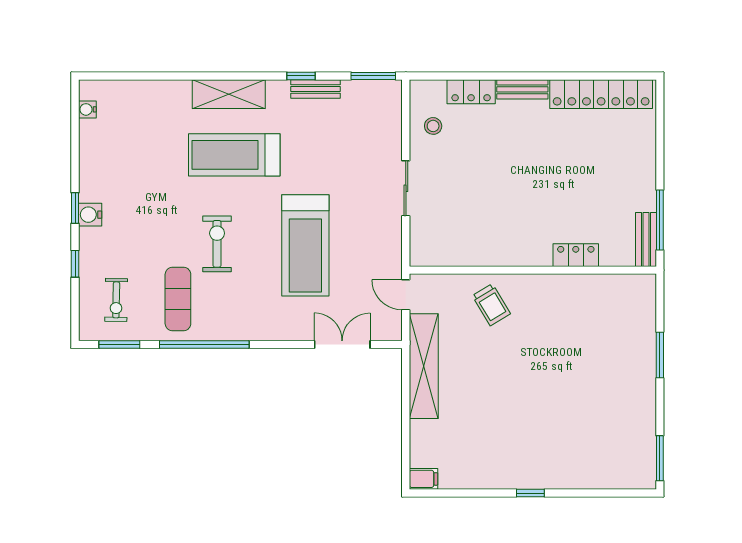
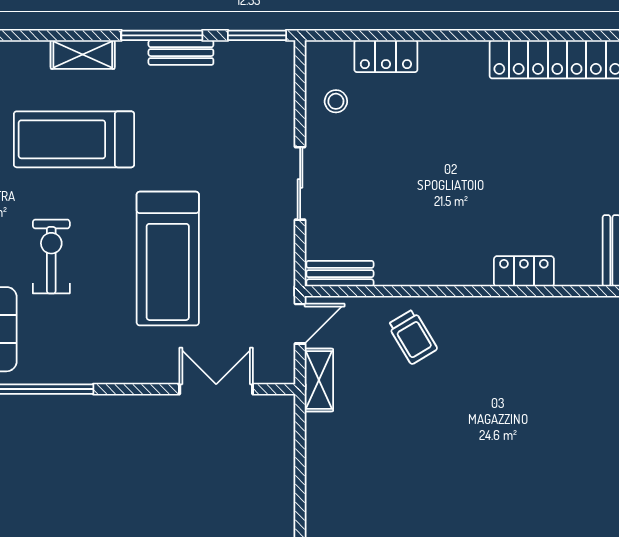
window: (301, 76) -> (162, 35), width x2.17
bench: (522, 89) -> (340, 274), moved
shelving: (229, 94) -> (83, 55), width x0.67, depth x0.75
door: (406, 295) -> (300, 324), swing flipped
shelving: (424, 366) -> (319, 380), width x0.45, depth x0.75

